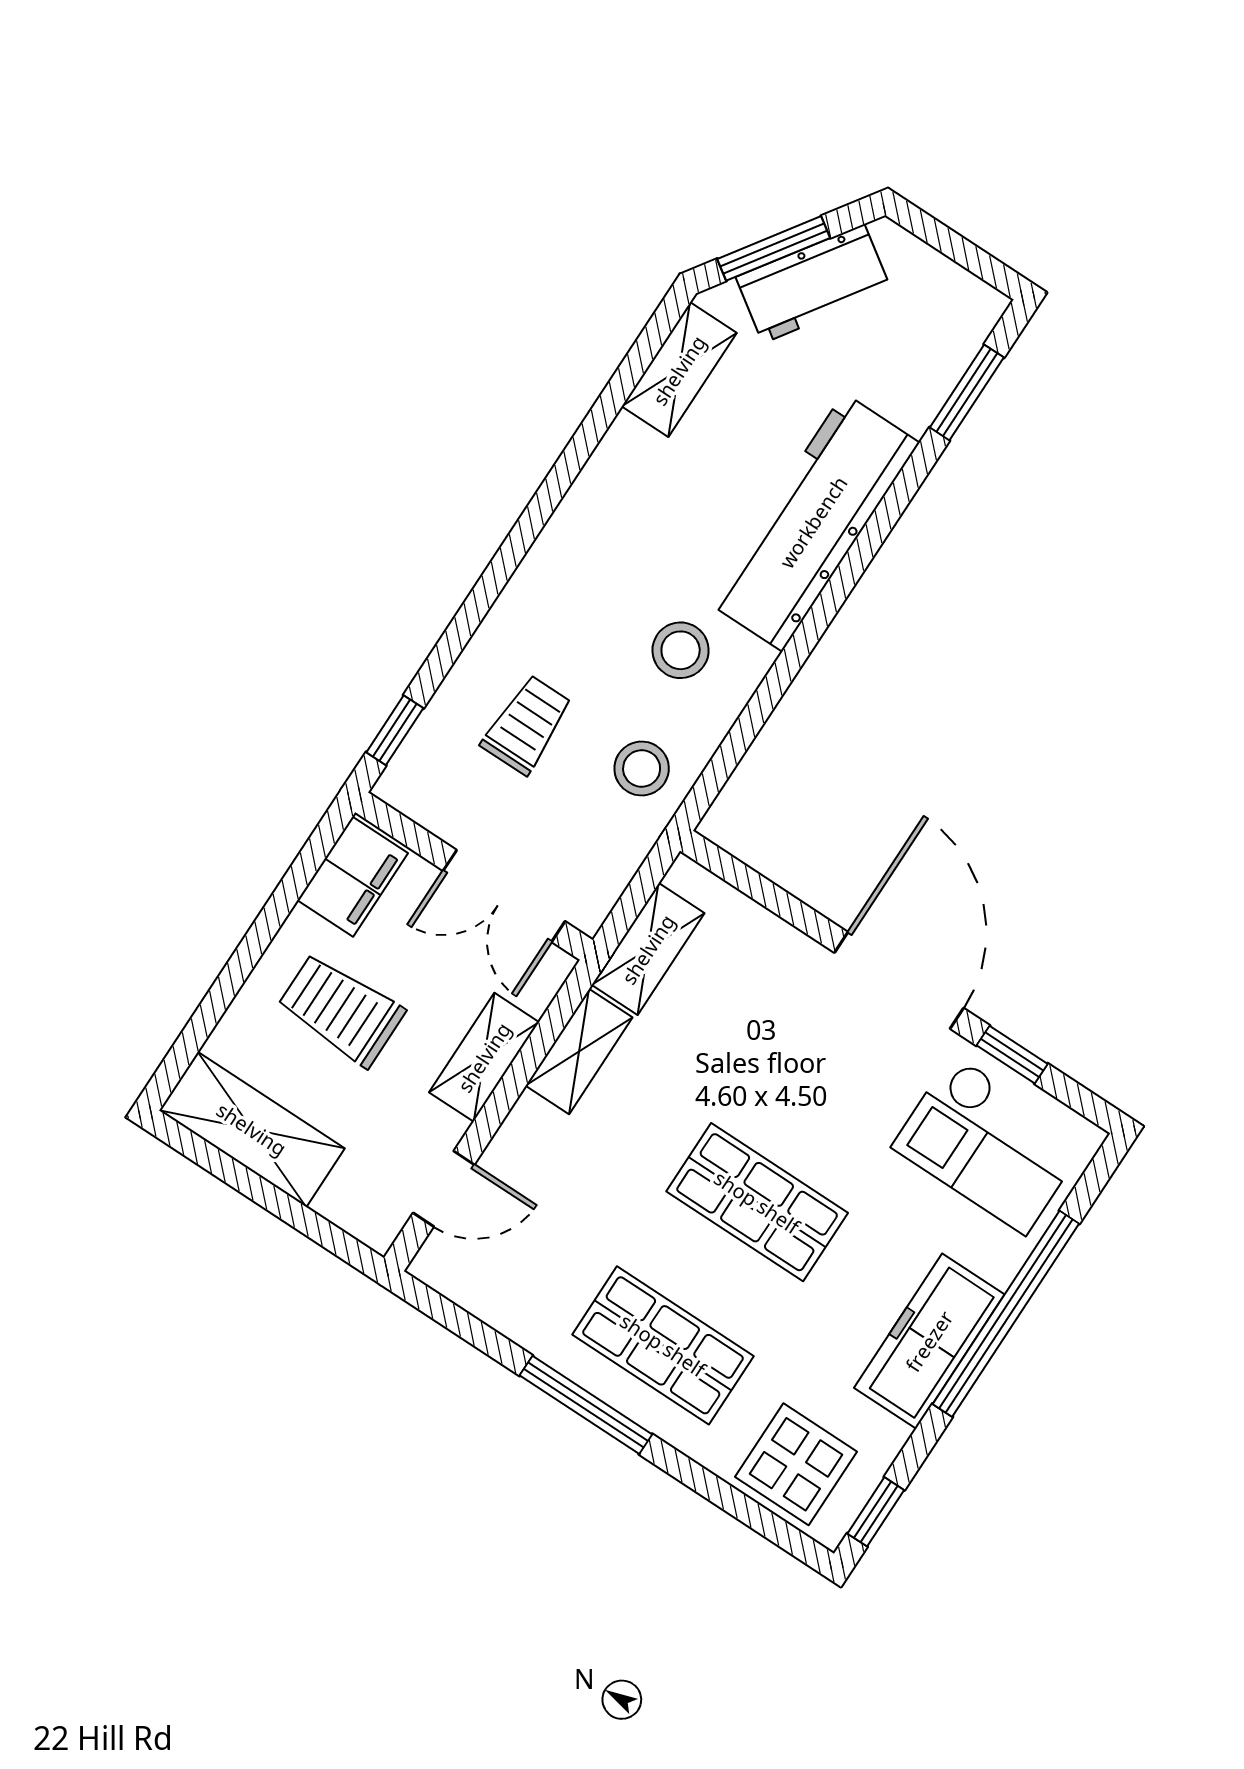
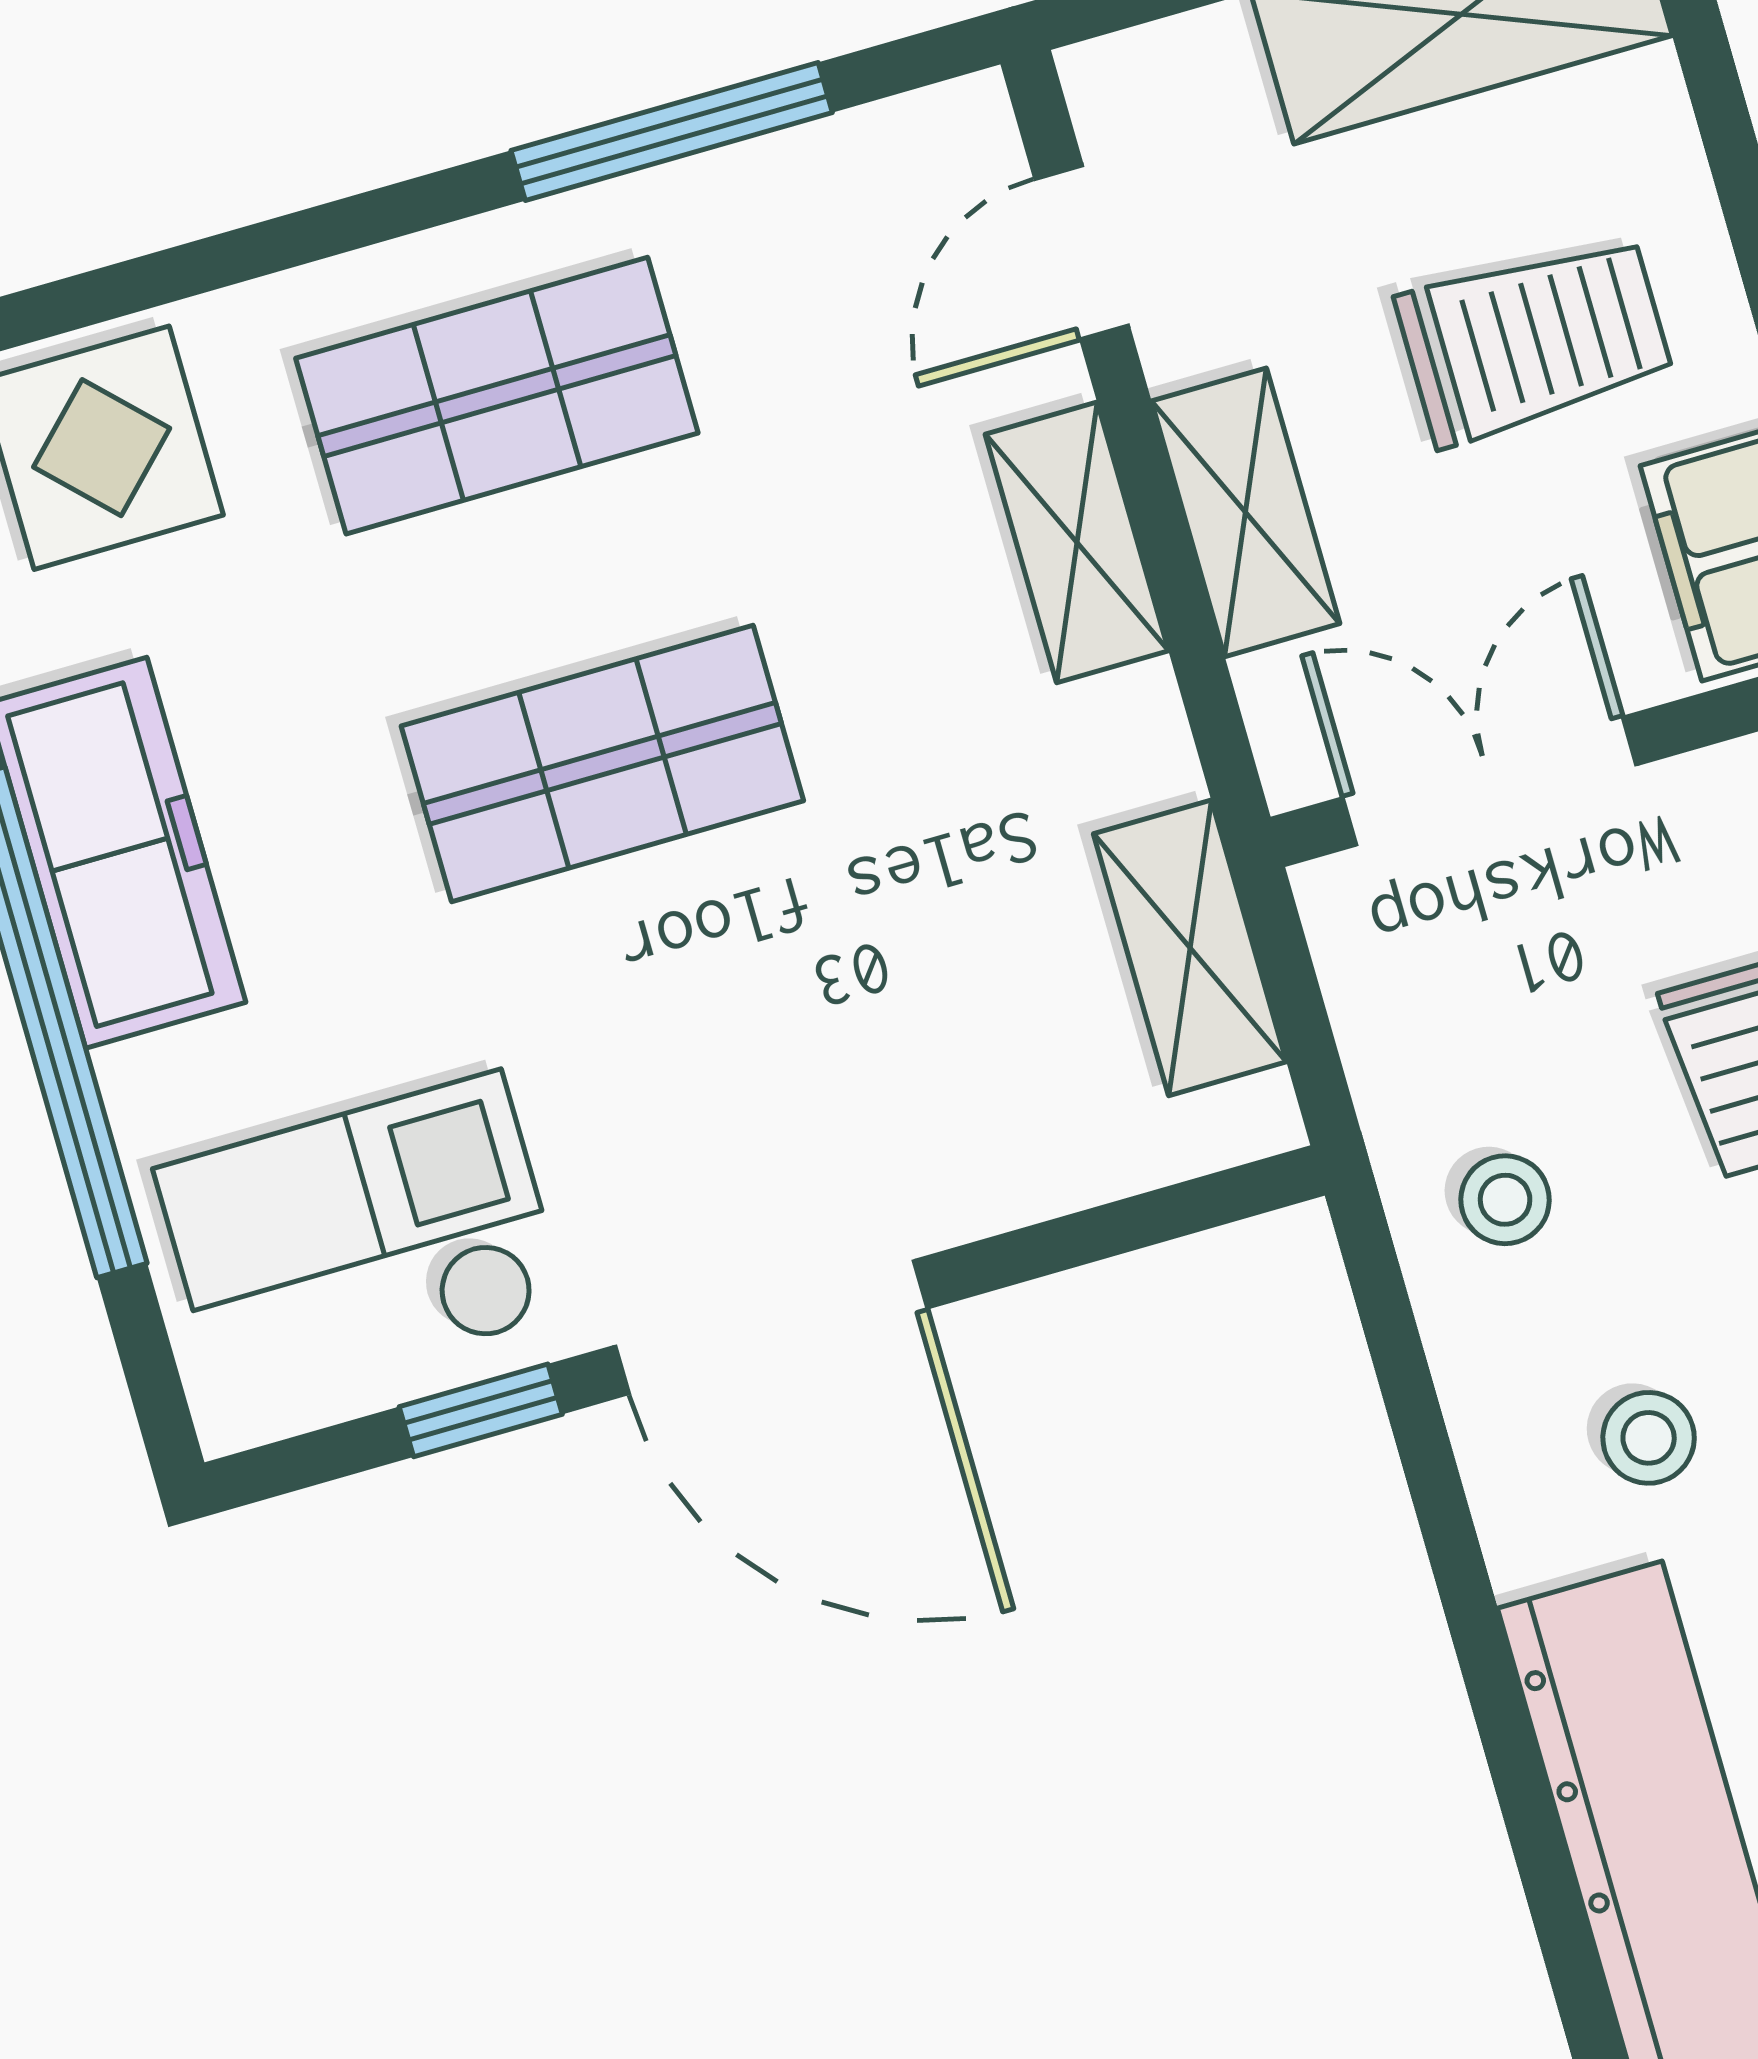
stool: (681, 650) -> (1649, 1438), width x0.73, depth x0.73
stool: (642, 768) -> (1505, 1200), width x0.73, depth x0.73
shelving: (579, 1052) -> (1077, 542), moved
window: (586, 1405) -> (672, 131), moved

